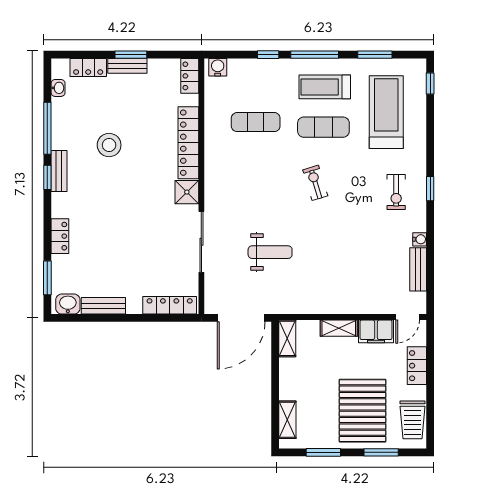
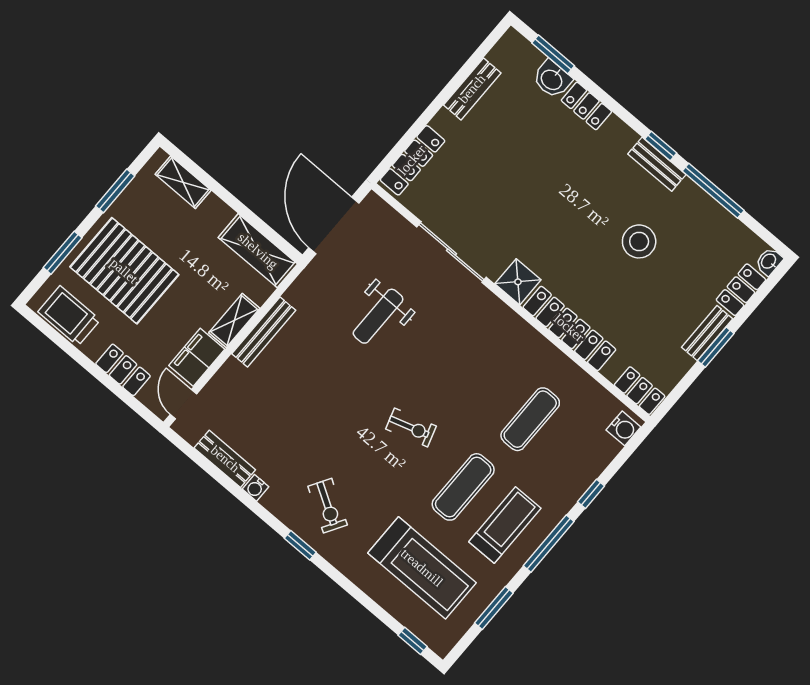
washbasin: (58, 88) -> (769, 262), moved, turned 90
exercise bike: (396, 192) -> (328, 506), turned -149
washbasin: (68, 304) -> (552, 79), moved, turned 90
bench: (331, 307) -> (264, 332), added
shelving: (287, 338) -> (258, 251), width x1.50, depth x1.33

